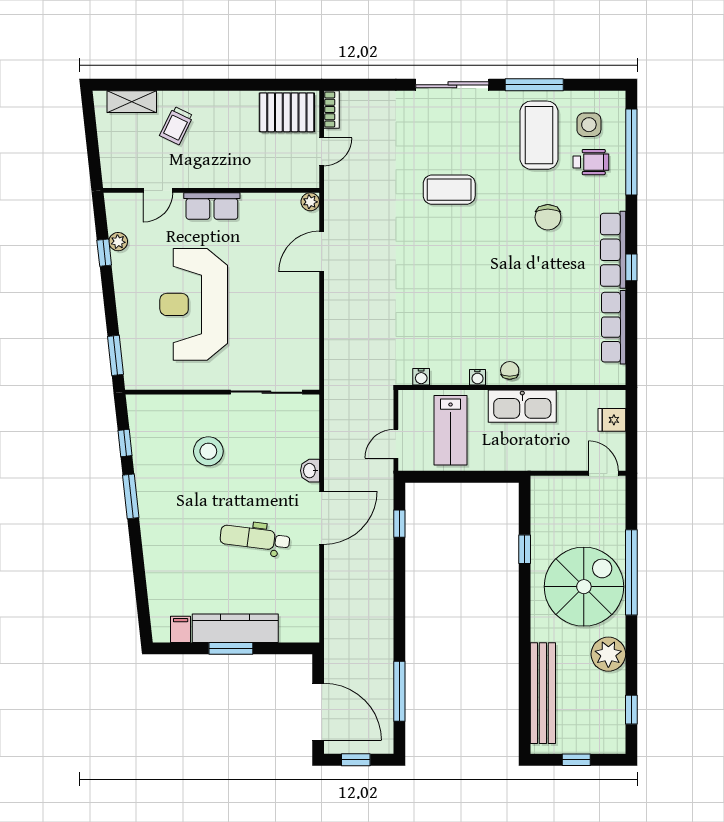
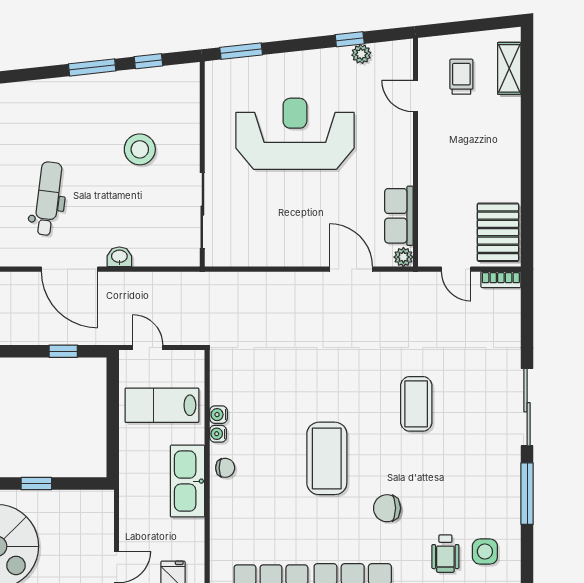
trolley: (176, 126) -> (461, 77), moved, turned 64
coffee table: (539, 135) -> (327, 458), moved, turned 90
row of seats: (212, 206) -> (399, 216), moved
water cooler: (421, 377) -> (218, 415), moved

